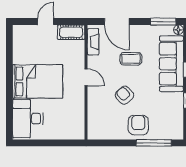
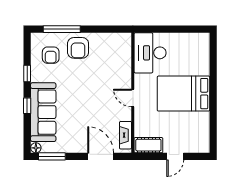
coffee table: (131, 59) -> (86, 117), removed
armchair: (125, 95) -> (51, 55), moved, turned 43
desk: (28, 119) -> (150, 53), moved, turned 180

